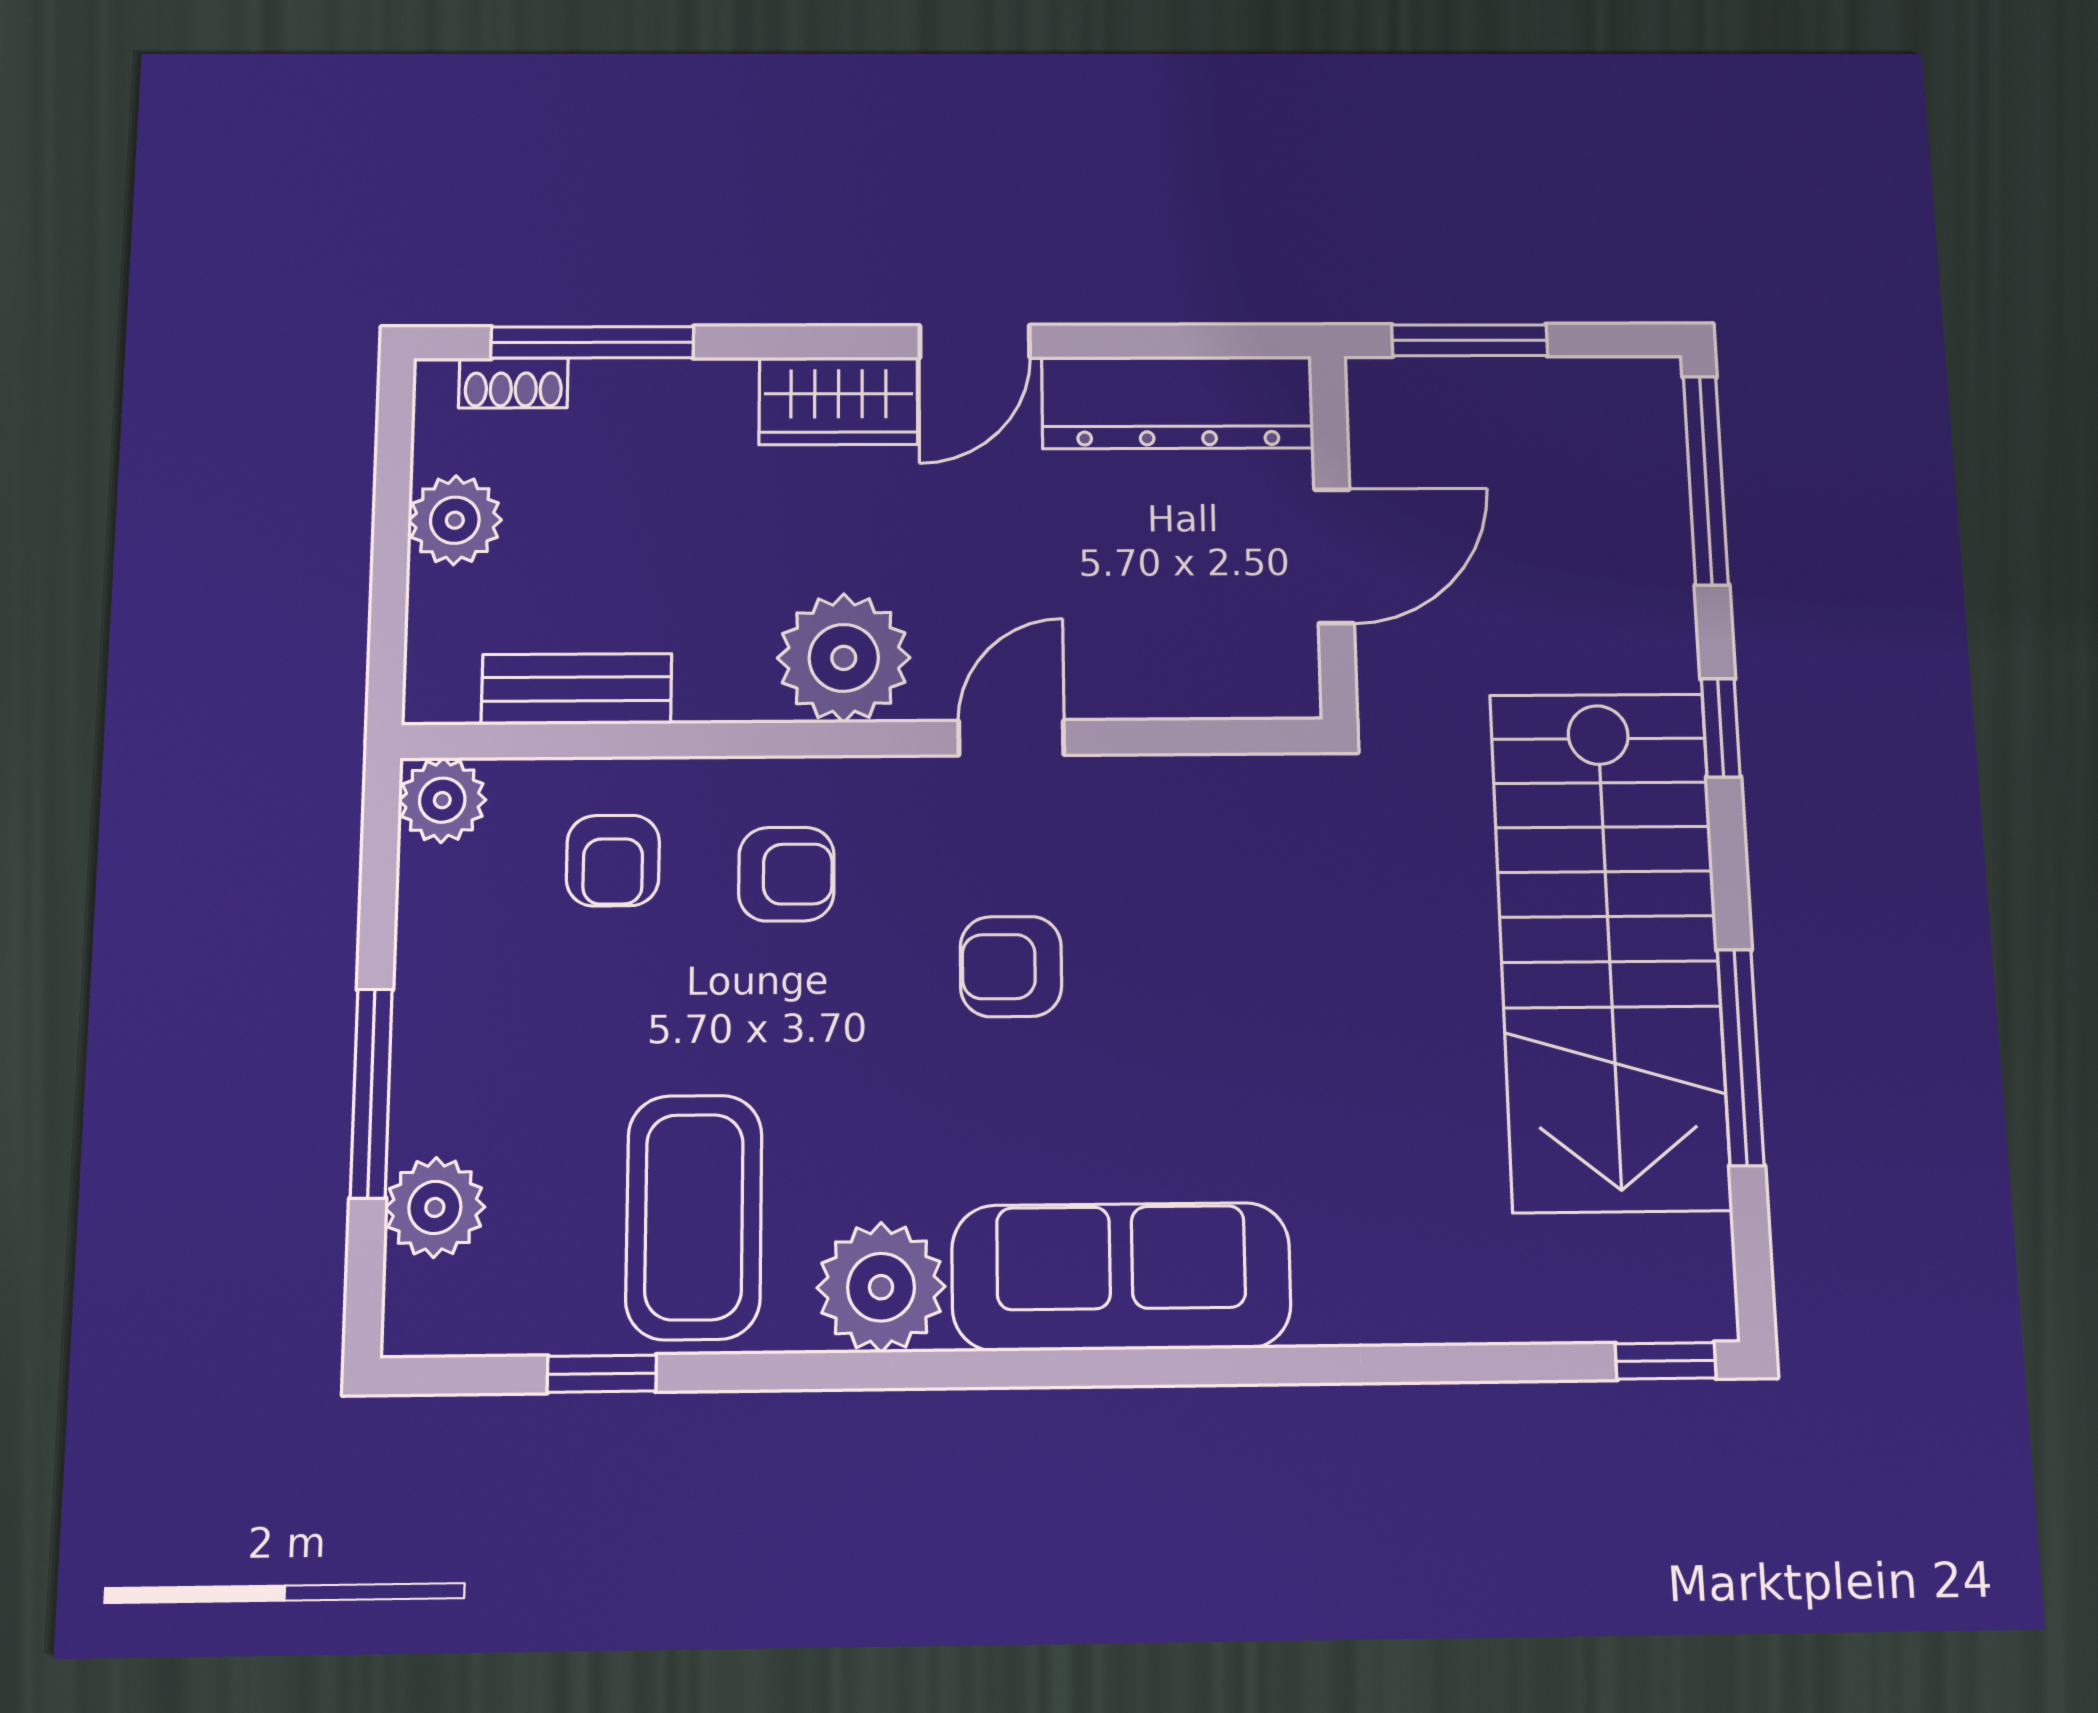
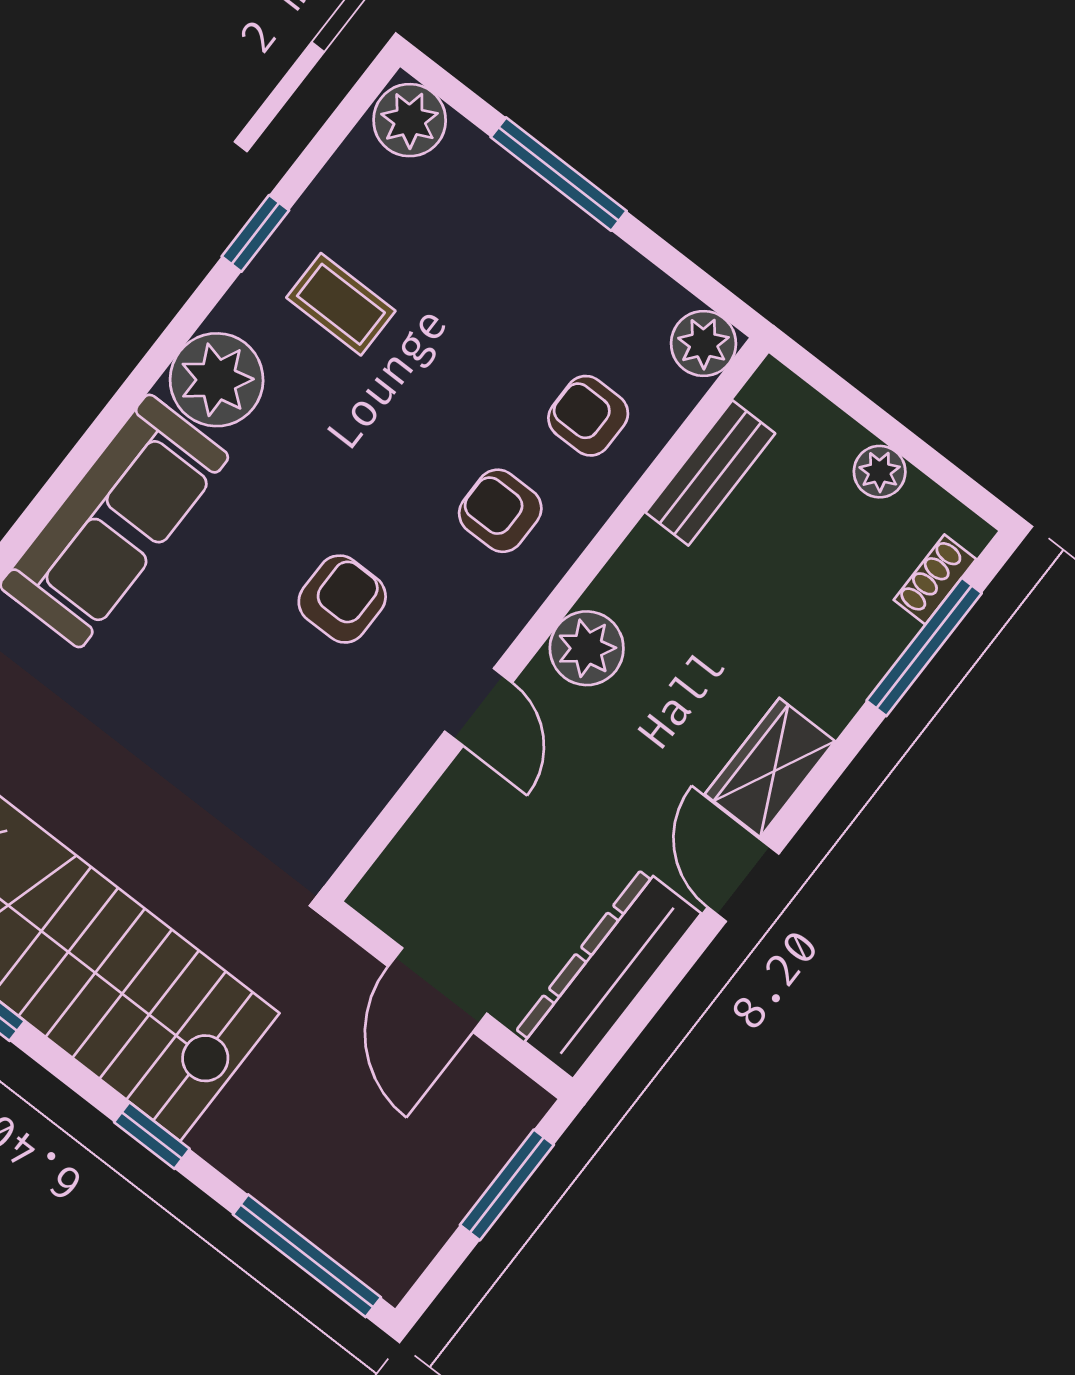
plant: (455, 520) -> (880, 472), width x0.73, depth x0.73
plant: (844, 658) -> (587, 648), width x0.73, depth x0.73
armchair: (786, 874) -> (500, 511), turned 90
plant: (435, 1207) -> (410, 120), moved
coffee table: (694, 1217) -> (341, 304), width x0.54, depth x0.58
window: (602, 1374) -> (255, 233), moved

